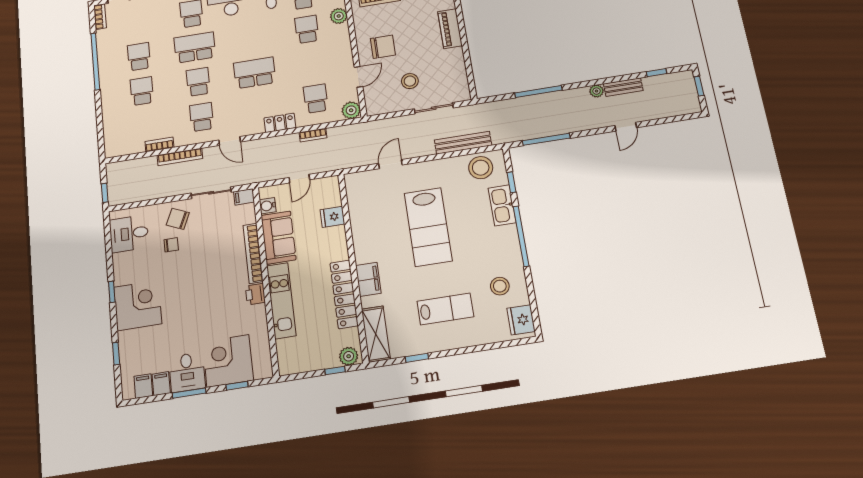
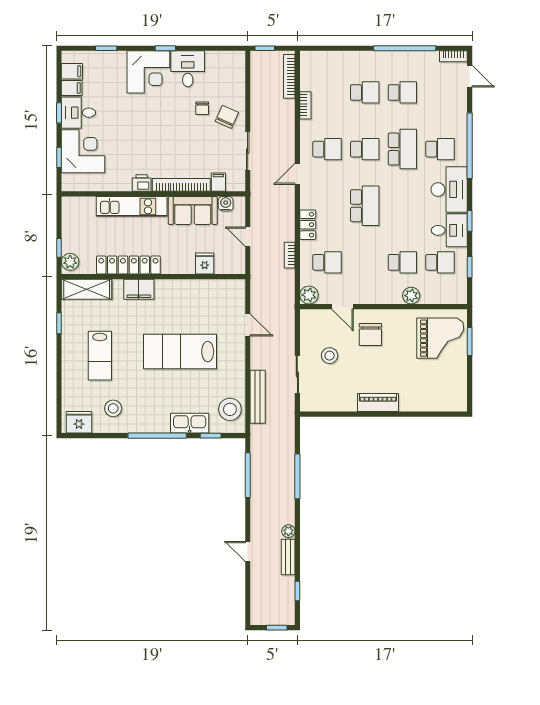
bookcase: (180, 157) -> (289, 76), moved
filing cabinet: (244, 197) -> (218, 182), moved
desk: (129, 234) -> (188, 69), moved
window: (189, 393) -> (59, 113), width x0.67

